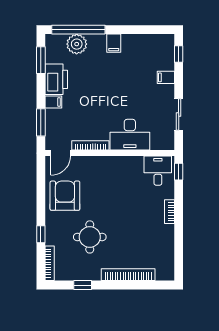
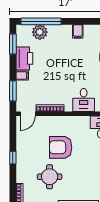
filing cabinet: (114, 43) -> (78, 31), moved
desk: (130, 135) -> (84, 100), width x0.73
armchair: (65, 196) -> (61, 147), moved, turned -90
window: (41, 234) -> (13, 158), moved

